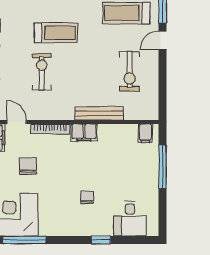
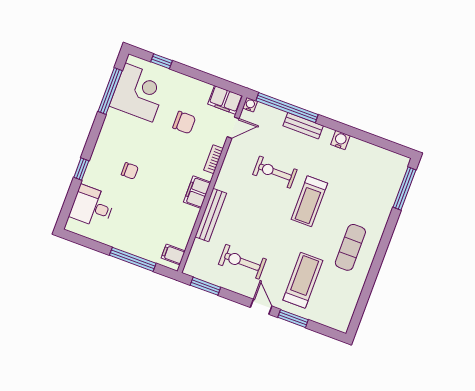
exercise bike: (42, 72) -> (275, 172), turned 180
window: (162, 95) -> (205, 286), added
bookcase: (50, 129) -> (214, 159), width x0.64

